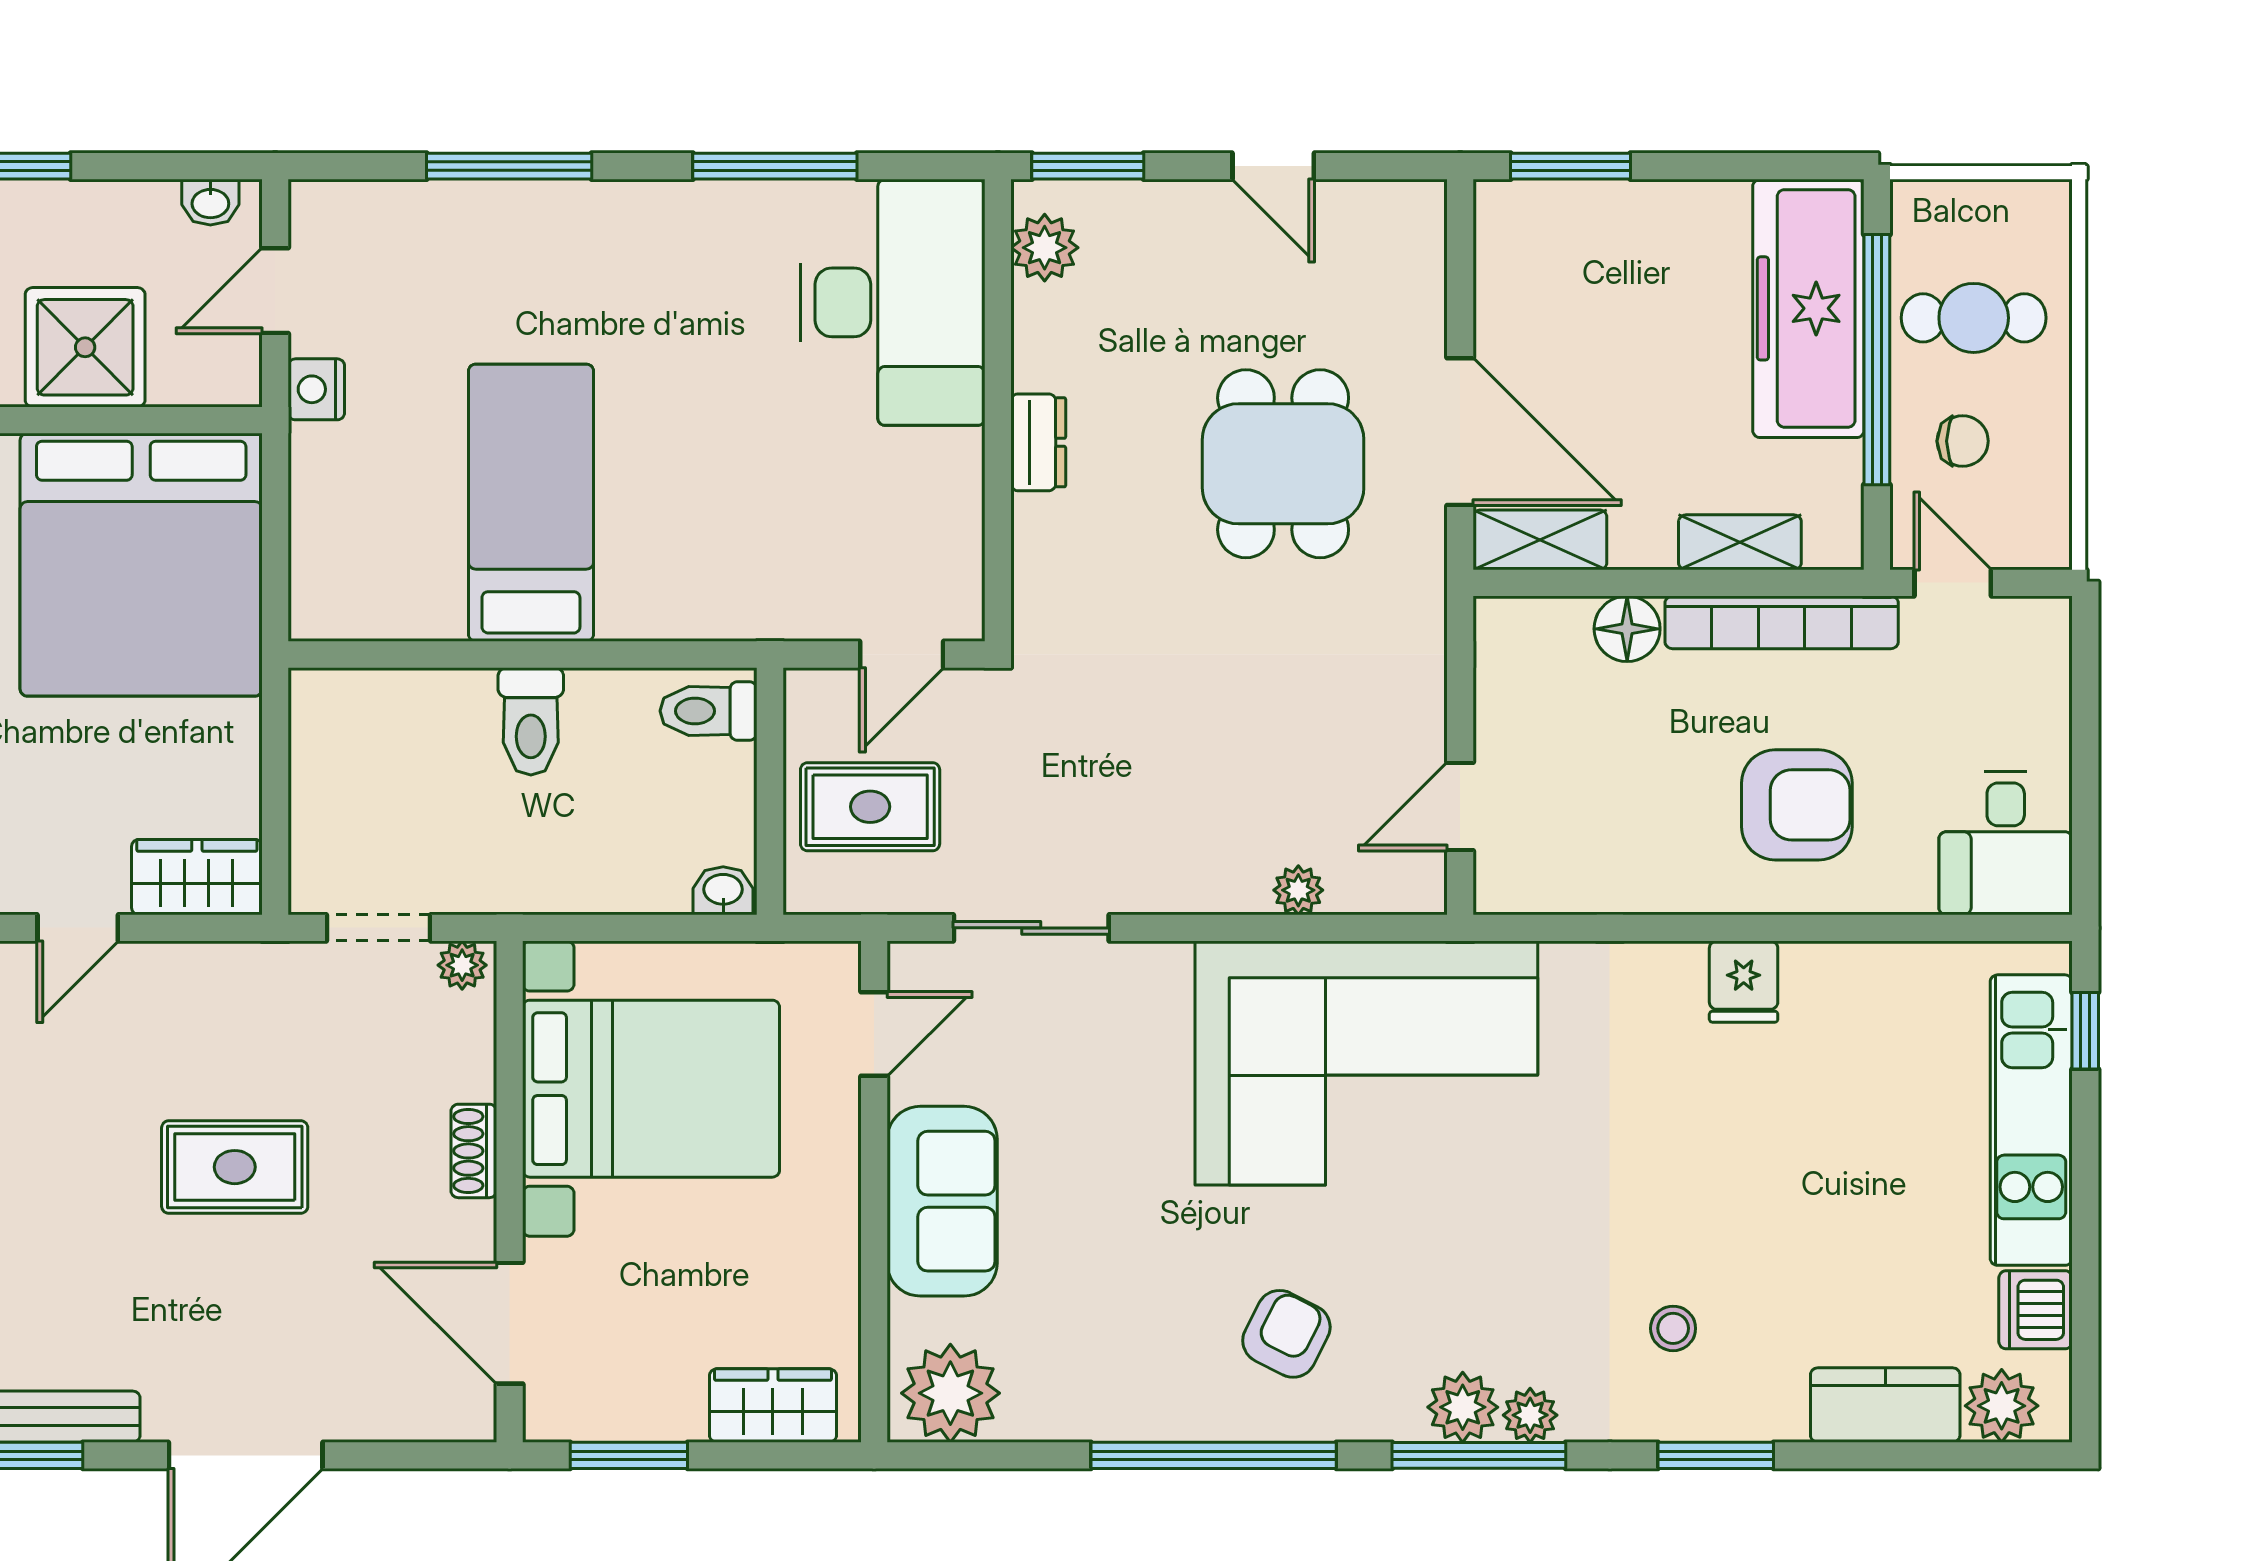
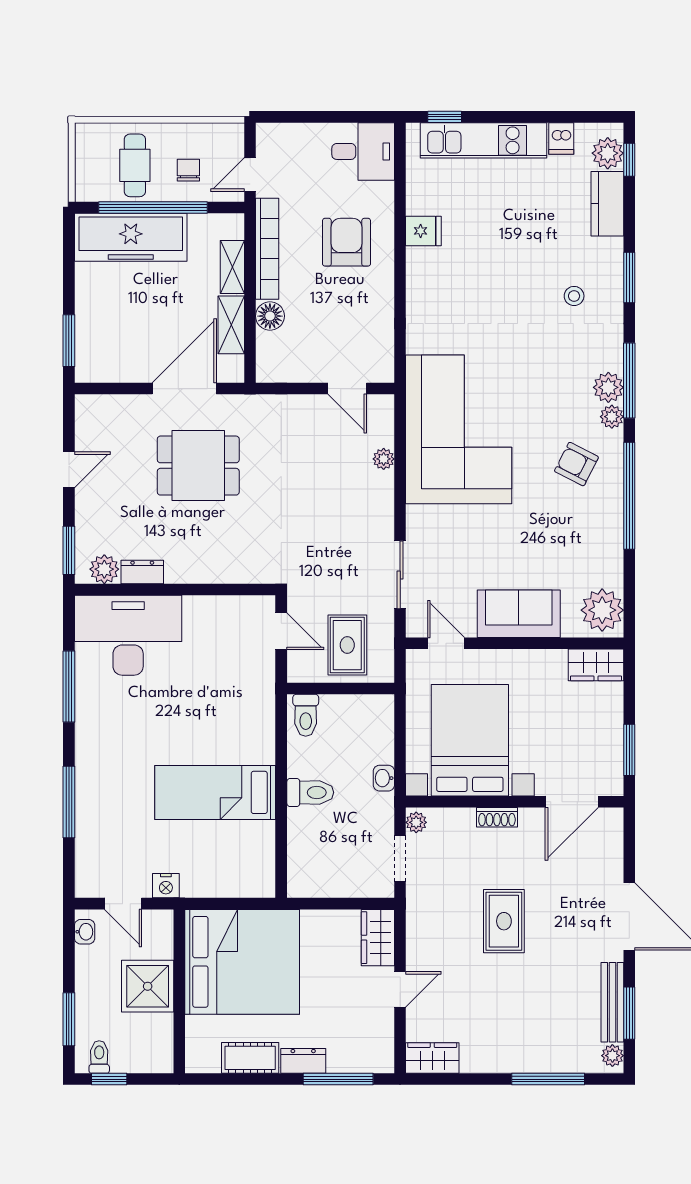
dresser: (1038, 442) -> (142, 572), moved
shelving: (1540, 540) -> (231, 325), moved
washbasin: (723, 891) -> (384, 778), moved
door: (78, 928) -> (400, 989), hinge flipped
fridge: (1744, 982) -> (423, 231), moved
dishwasher: (2036, 1310) -> (561, 138), width x0.73
wardrobe: (773, 1406) -> (596, 665), moved, turned -90
plant: (1530, 1415) -> (612, 417), moved
window: (1986, 1455) -> (629, 160), added

